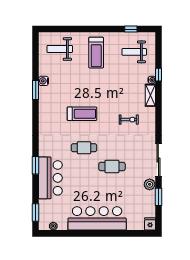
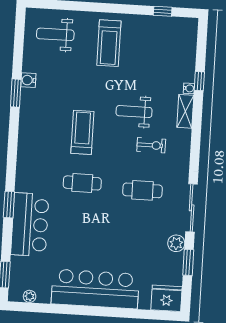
weight bench: (134, 52) -> (134, 112), moved
treadmill: (82, 114) -> (82, 132), turned -90
cafe table: (112, 166) -> (143, 190), moved
fridge: (150, 224) -> (167, 298), width x1.88, depth x1.34

